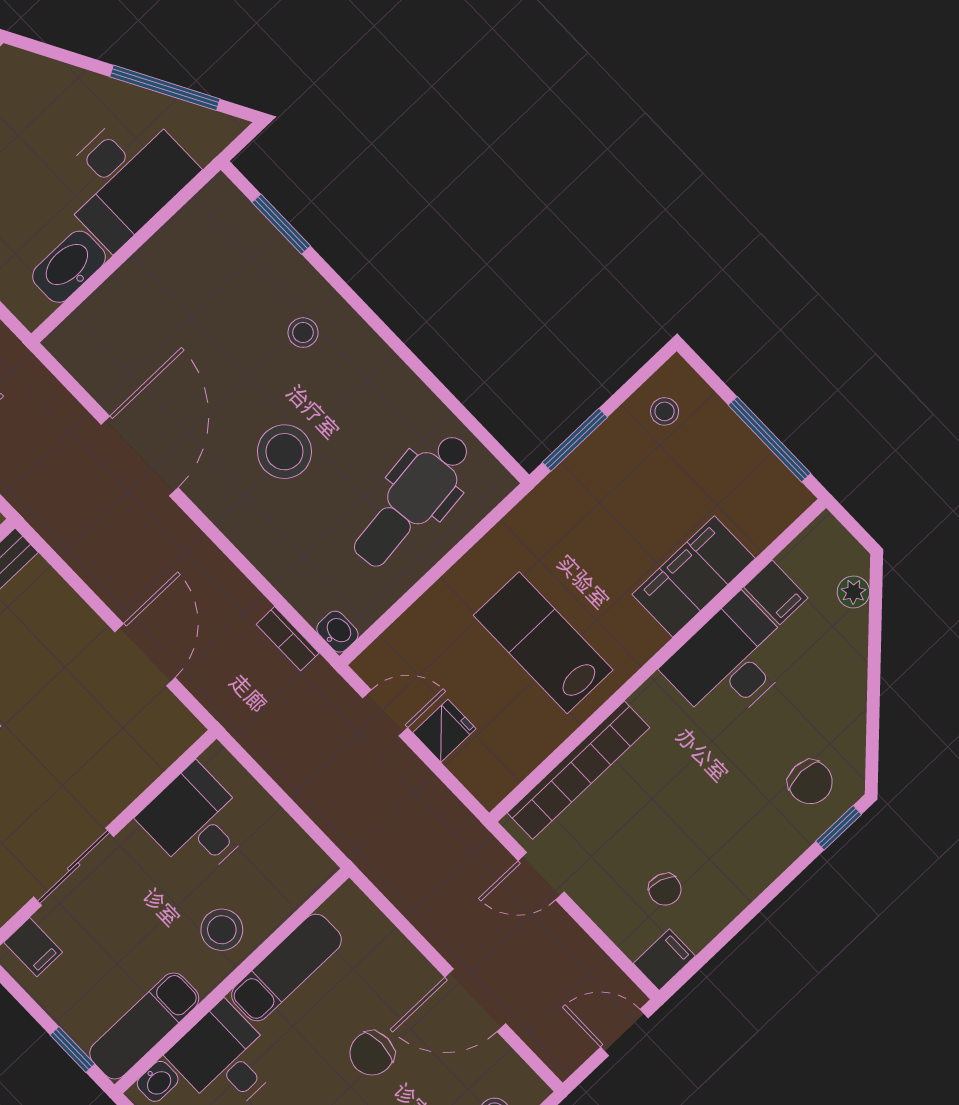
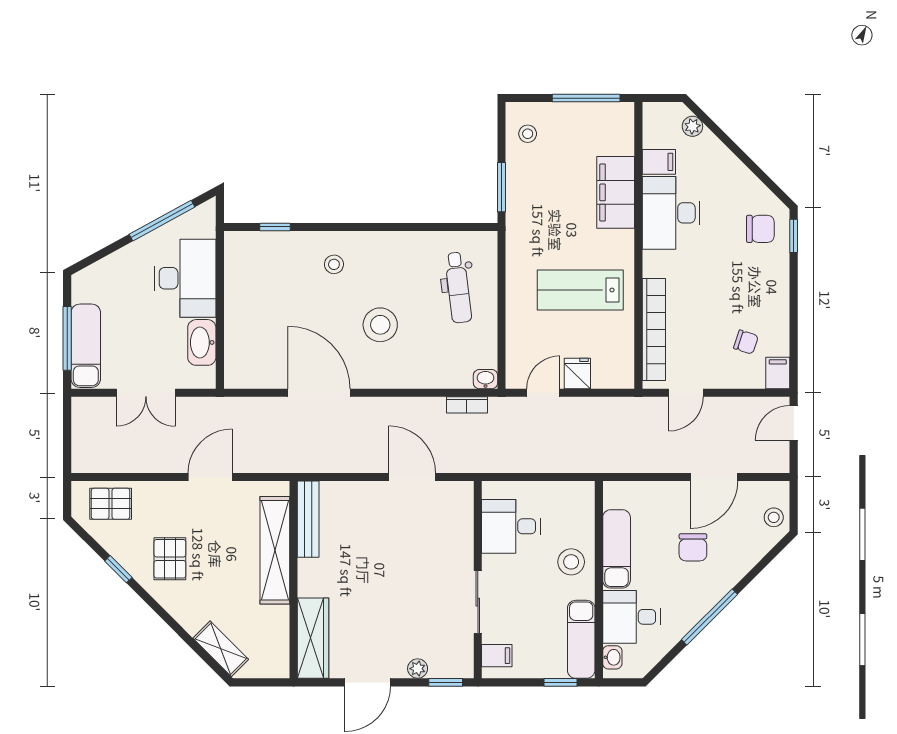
window: (281, 224) -> (275, 227), width x0.67
dental chair: (412, 500) -> (458, 287), width x0.73, depth x0.72

